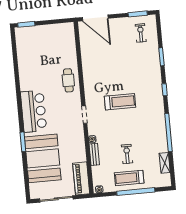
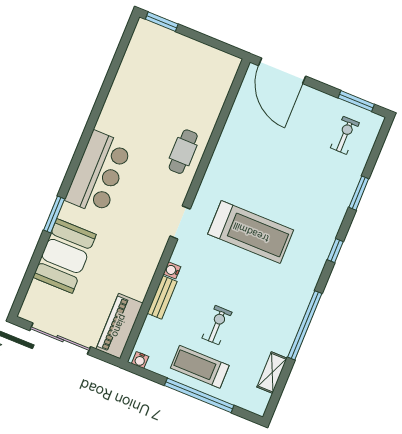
treadmill: (120, 102) -> (251, 232), width x1.37, depth x1.38
booth: (43, 158) -> (65, 256), width x0.73, depth x0.70

